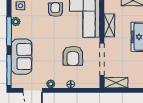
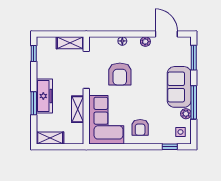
armchair: (73, 56) -> (120, 74), turned 180
sofa: (22, 57) -> (179, 87), moved
window: (9, 70) -> (194, 58), width x0.69

